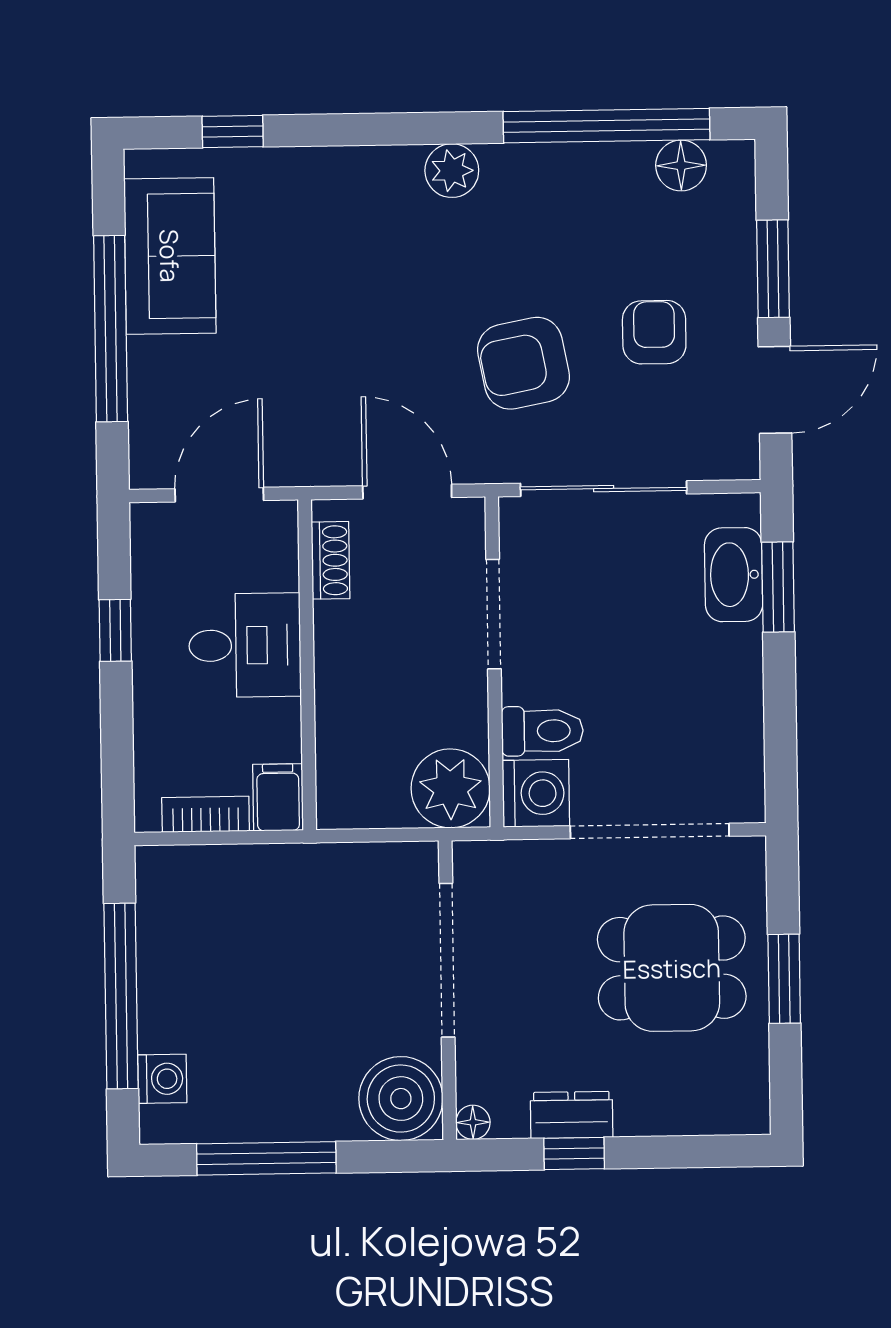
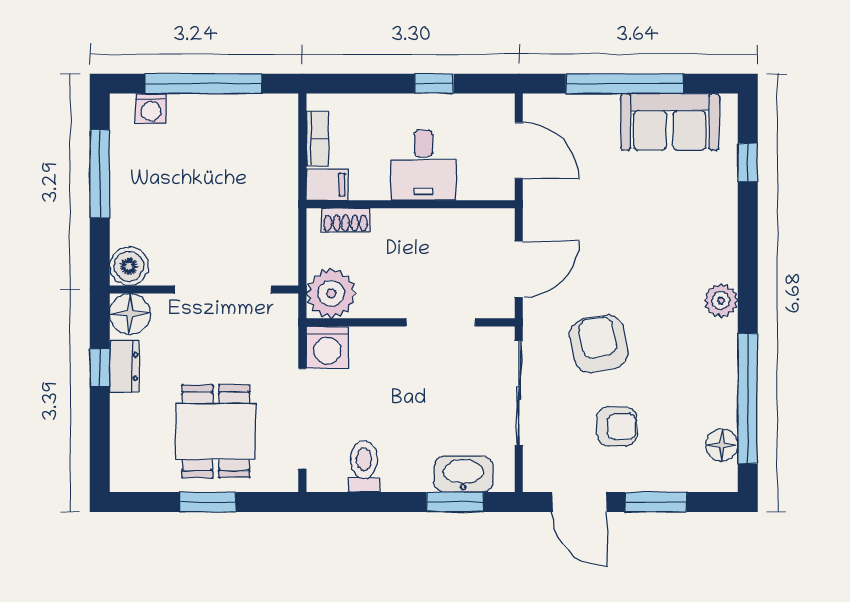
shoe rack: (331, 560) -> (346, 220), moved
toilet: (542, 731) -> (364, 466), moved, turned 180
boiler: (401, 1099) -> (129, 266), width x0.73, depth x0.73
floor lamp: (473, 1122) -> (130, 314), width x1.89, depth x1.89

